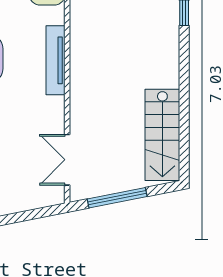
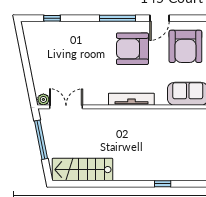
plant: (56, 194) -> (43, 99), added

